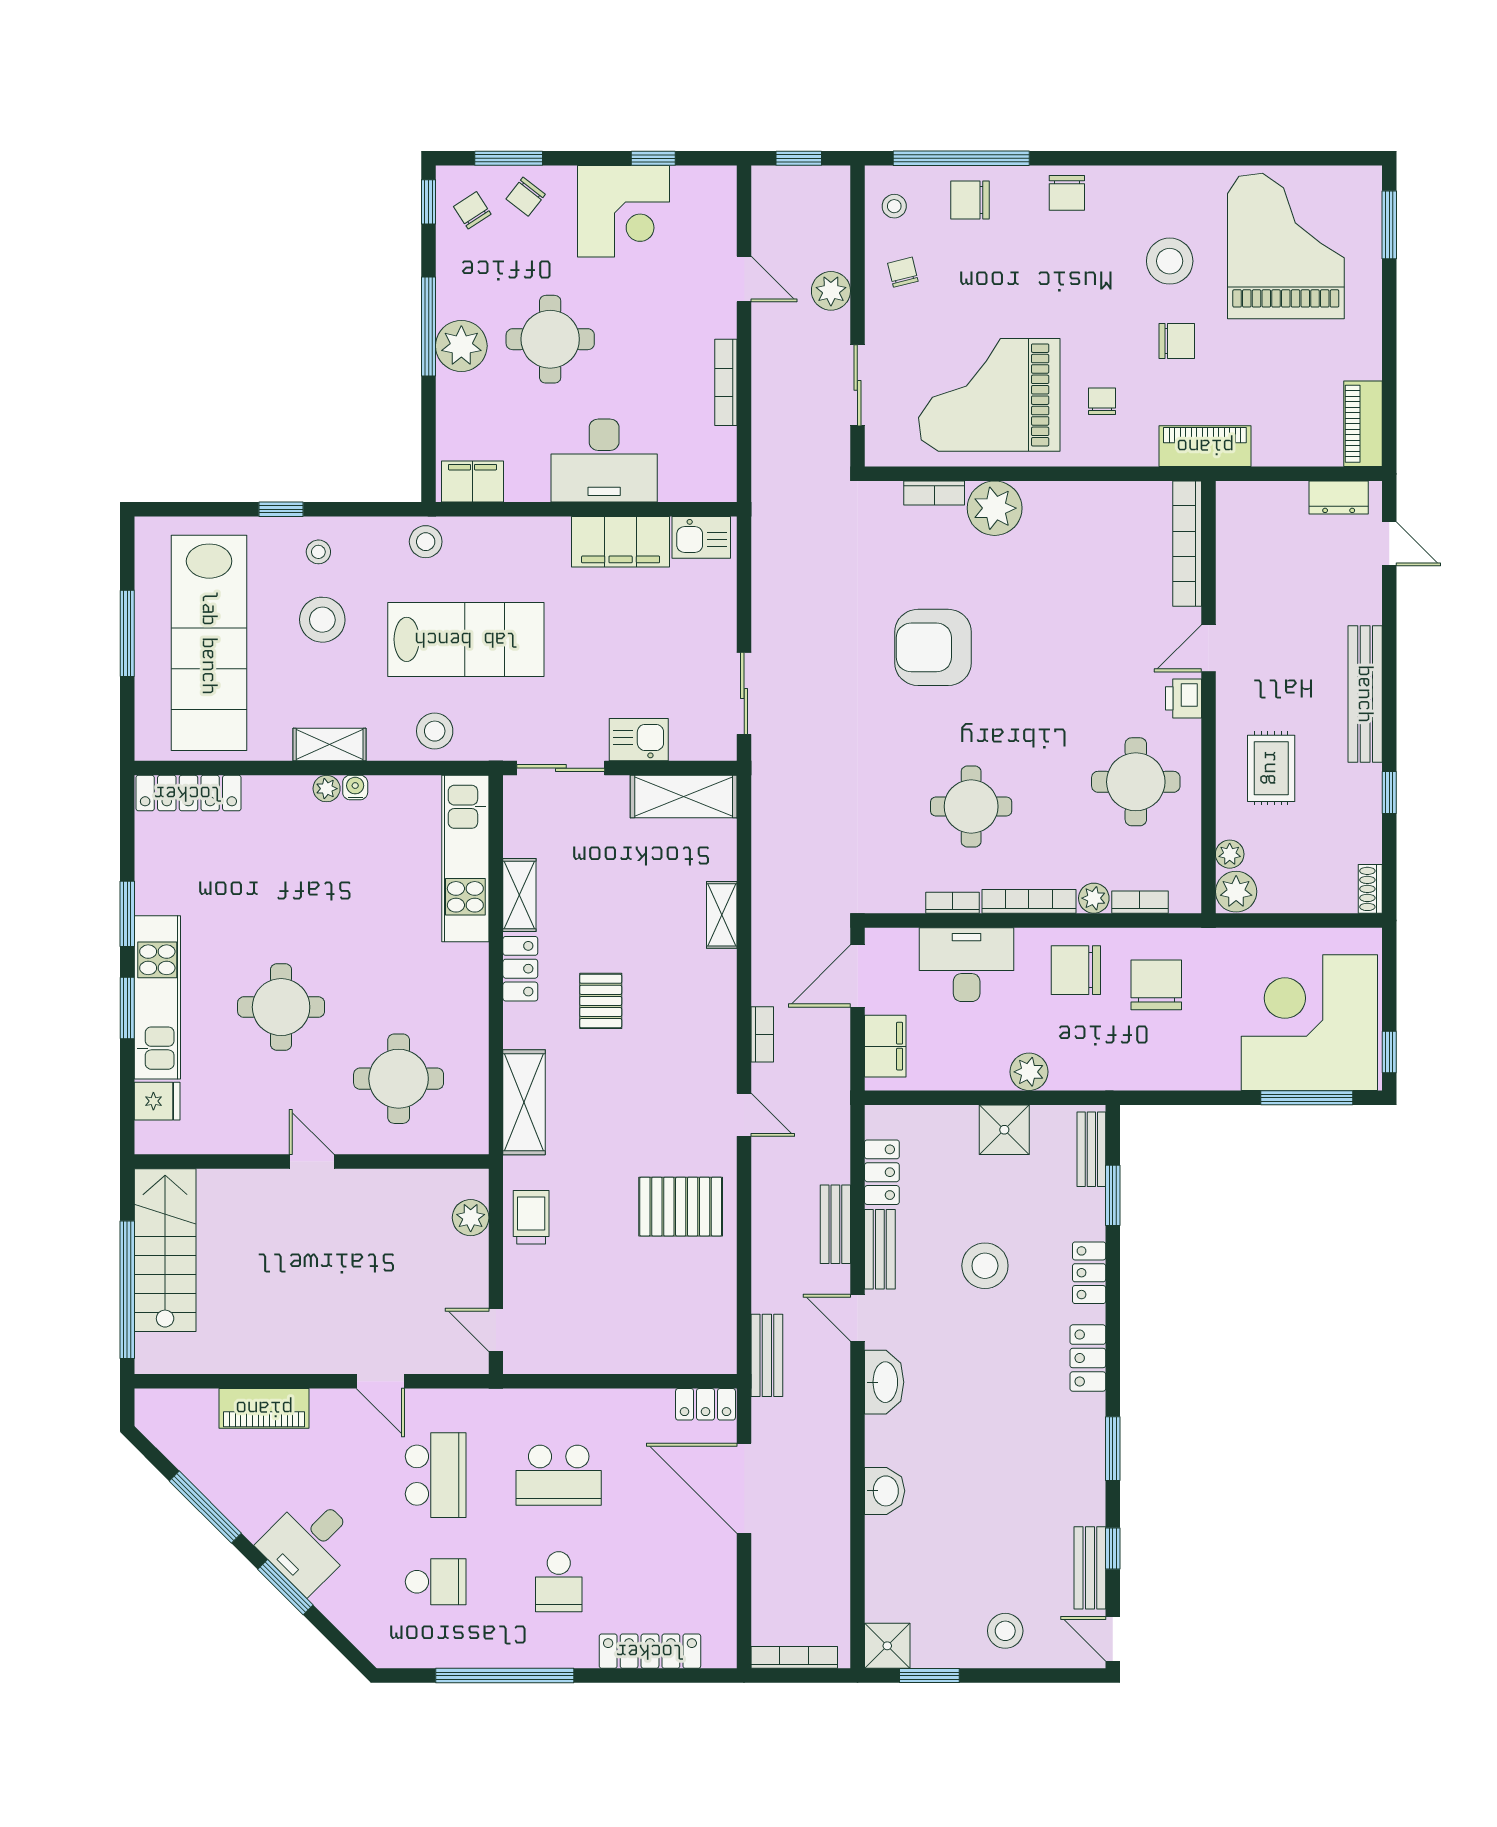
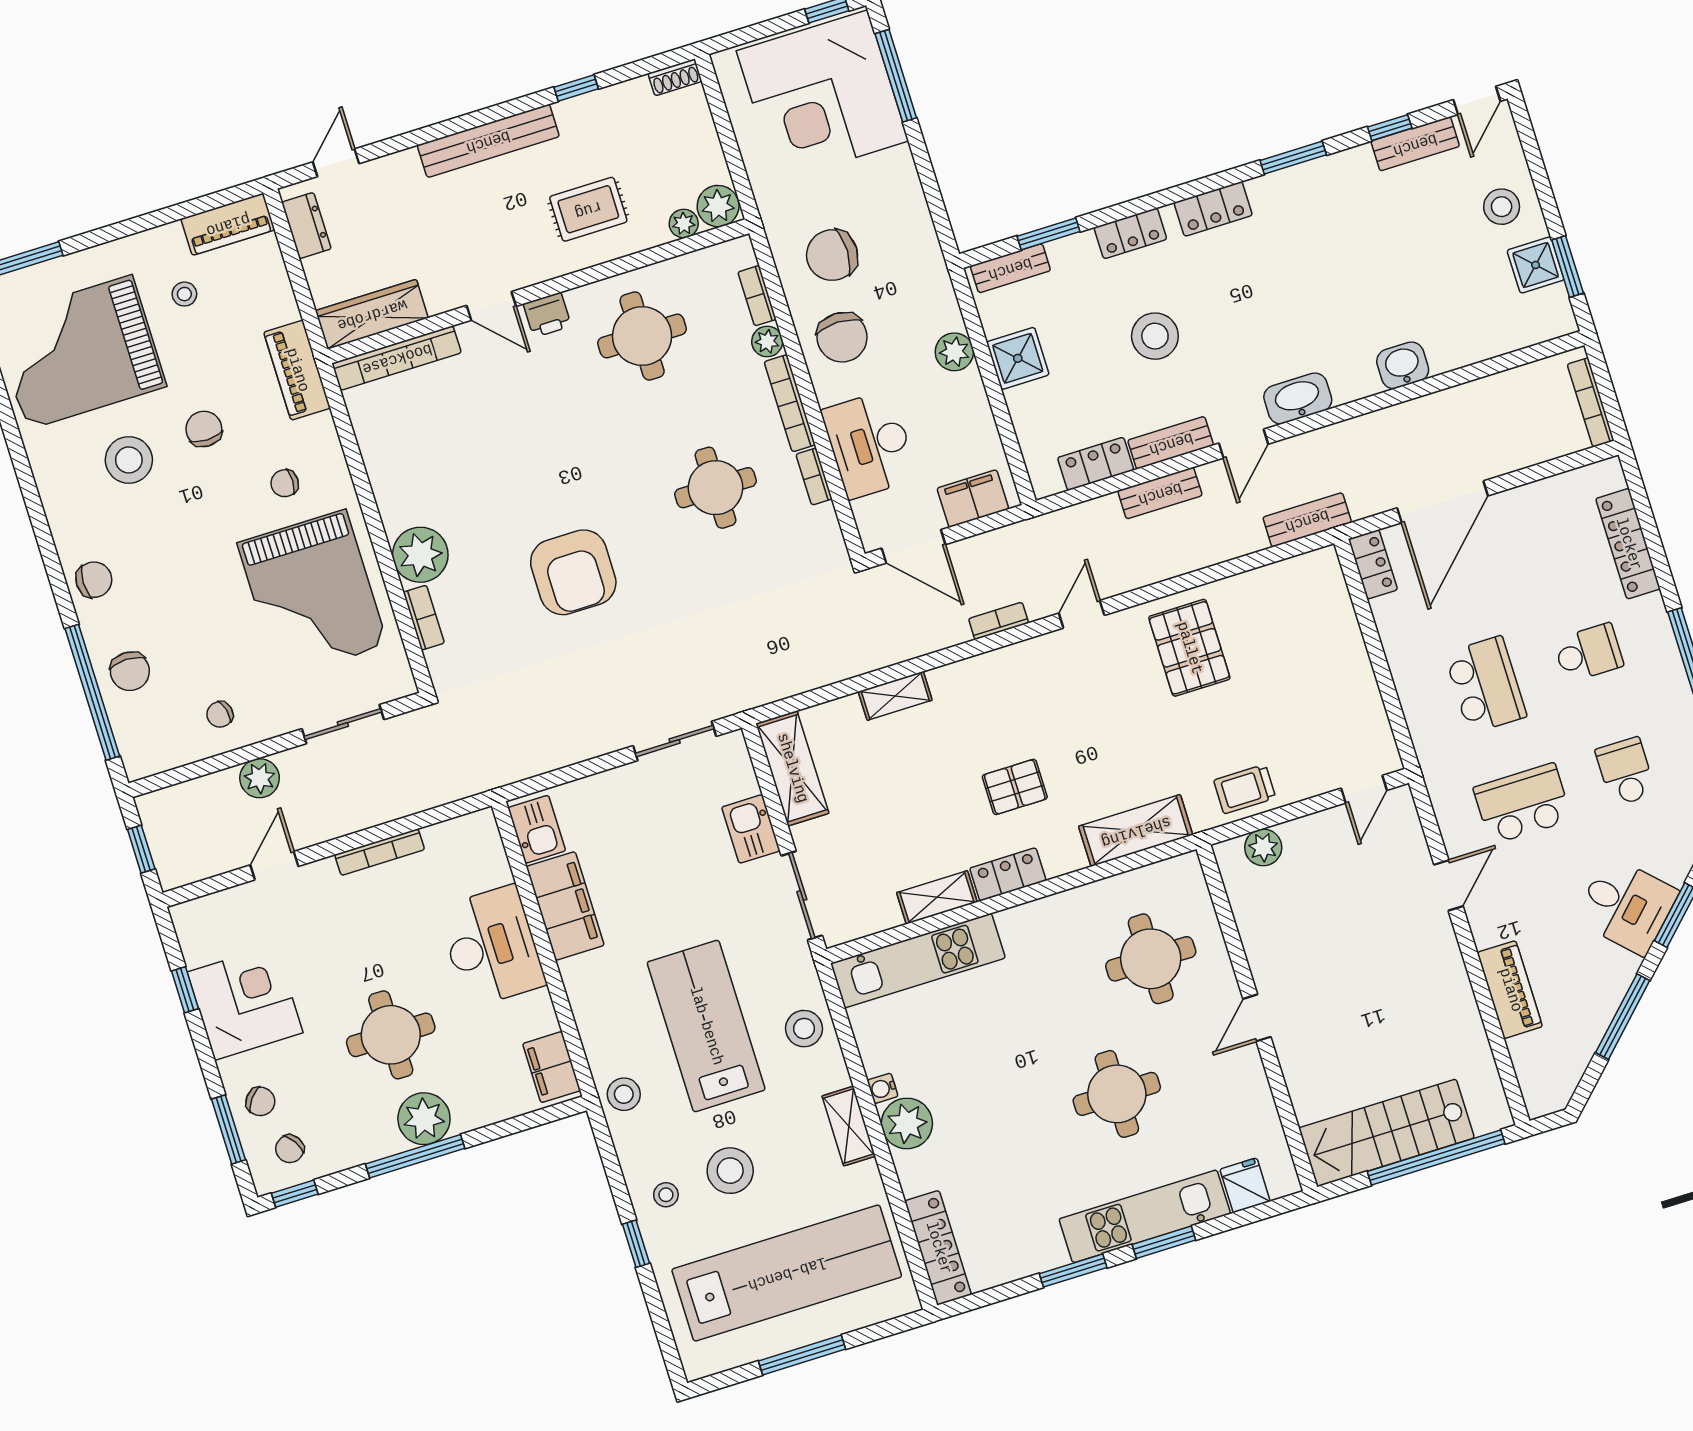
stool: (894, 206) -> (184, 294), moved
wardrobe: (1236, 533) -> (372, 314), added
plant: (327, 789) -> (907, 1123), width x1.87, depth x1.87
shower: (887, 1646) -> (1536, 265), moved

